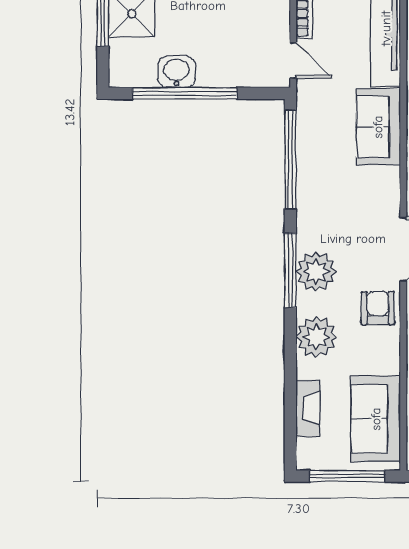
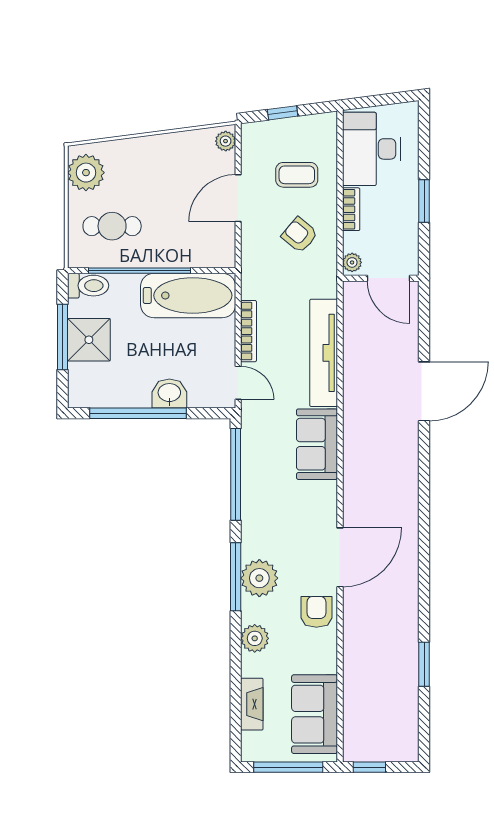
washbasin: (176, 72) -> (169, 393), moved
plant: (316, 337) -> (255, 638), width x0.73, depth x0.73

